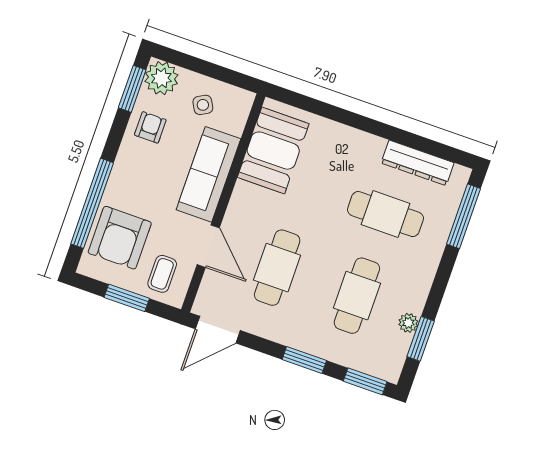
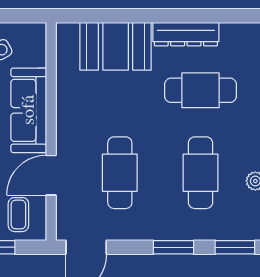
booth: (273, 151) -> (116, 46), moved, turned 90
dresser: (418, 163) -> (186, 34), moved
door: (208, 246) -> (51, 175), swing flipped

